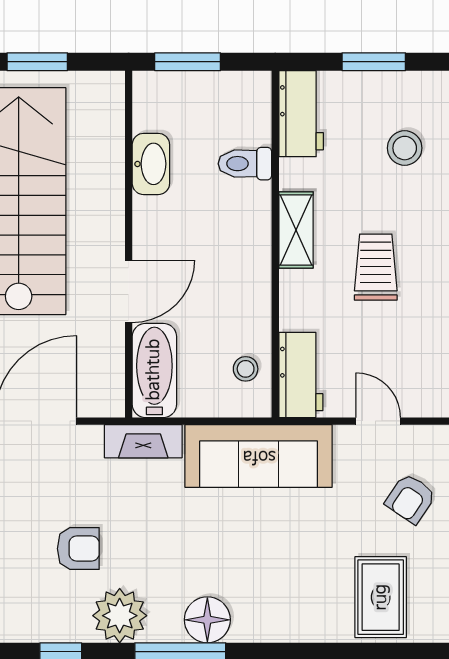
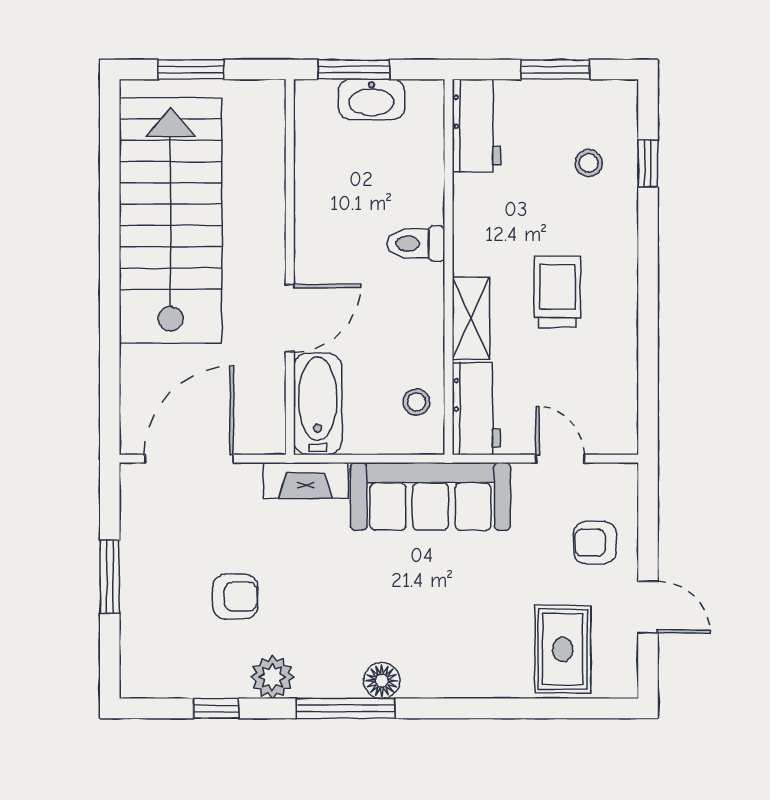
stool: (405, 148) -> (589, 163), width x0.73, depth x0.73
washbasin: (151, 164) -> (371, 99), moved, turned 90
toilet: (245, 164) -> (416, 244), moved
shelving: (296, 230) -> (471, 318), moved
armchair: (411, 499) -> (595, 543), turned 56
plant: (120, 616) -> (272, 677), width x0.73, depth x0.73
floor lamp: (207, 620) -> (382, 681), width x0.73, depth x0.73

